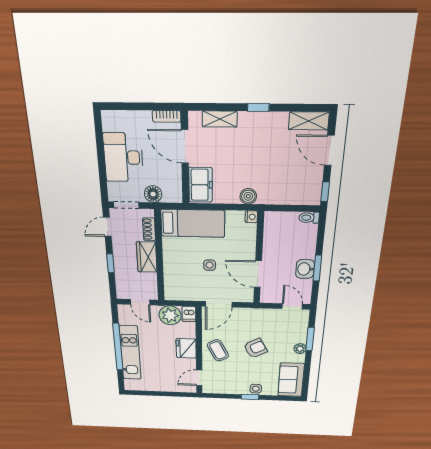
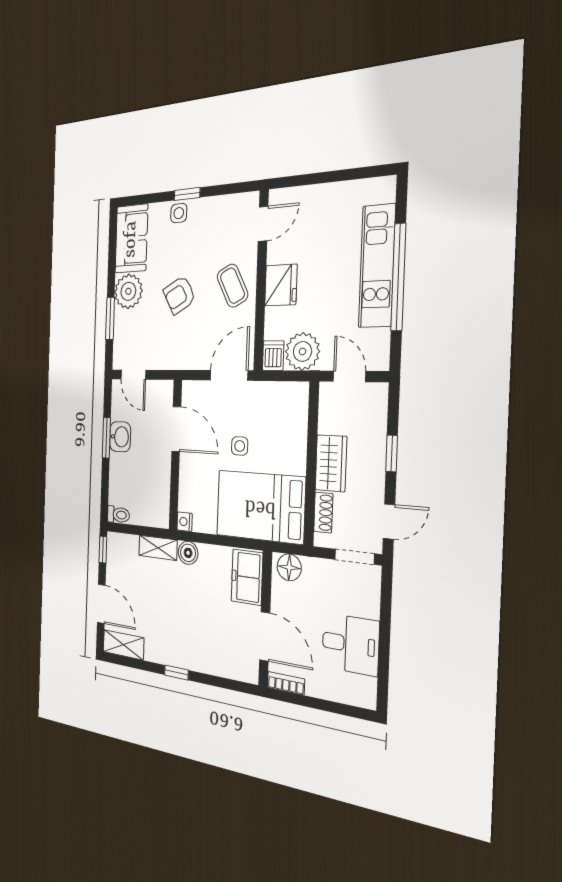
shelving: (220, 119) -> (158, 548), moved
desk: (123, 157) -> (350, 644), width x0.73
floor lamp: (153, 194) -> (289, 567), moved
bed: (193, 223) -> (260, 507), width x1.50
plant: (300, 349) -> (128, 291), width x1.87, depth x1.87

